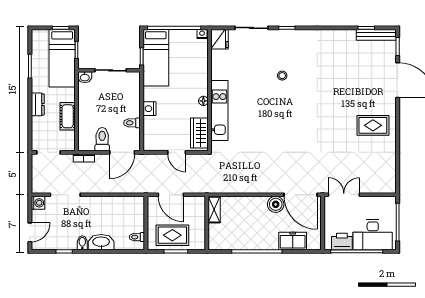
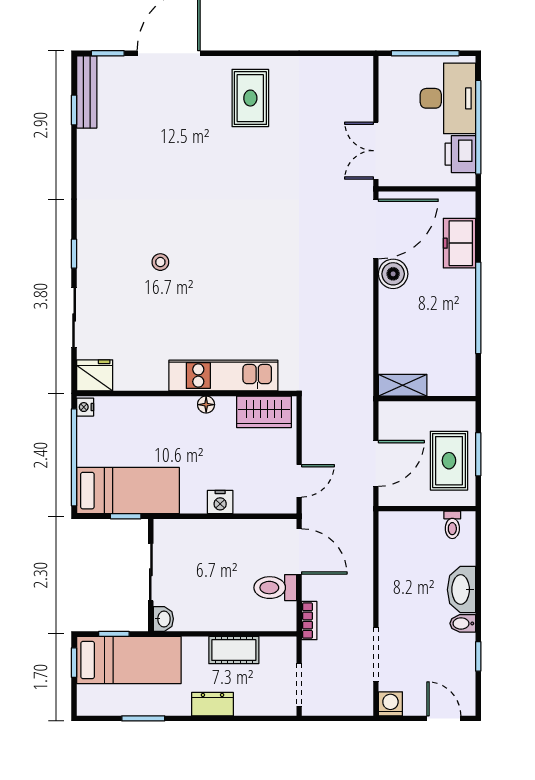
toilet: (132, 123) -> (246, 534), removed
door: (177, 152) -> (299, 481), moved

